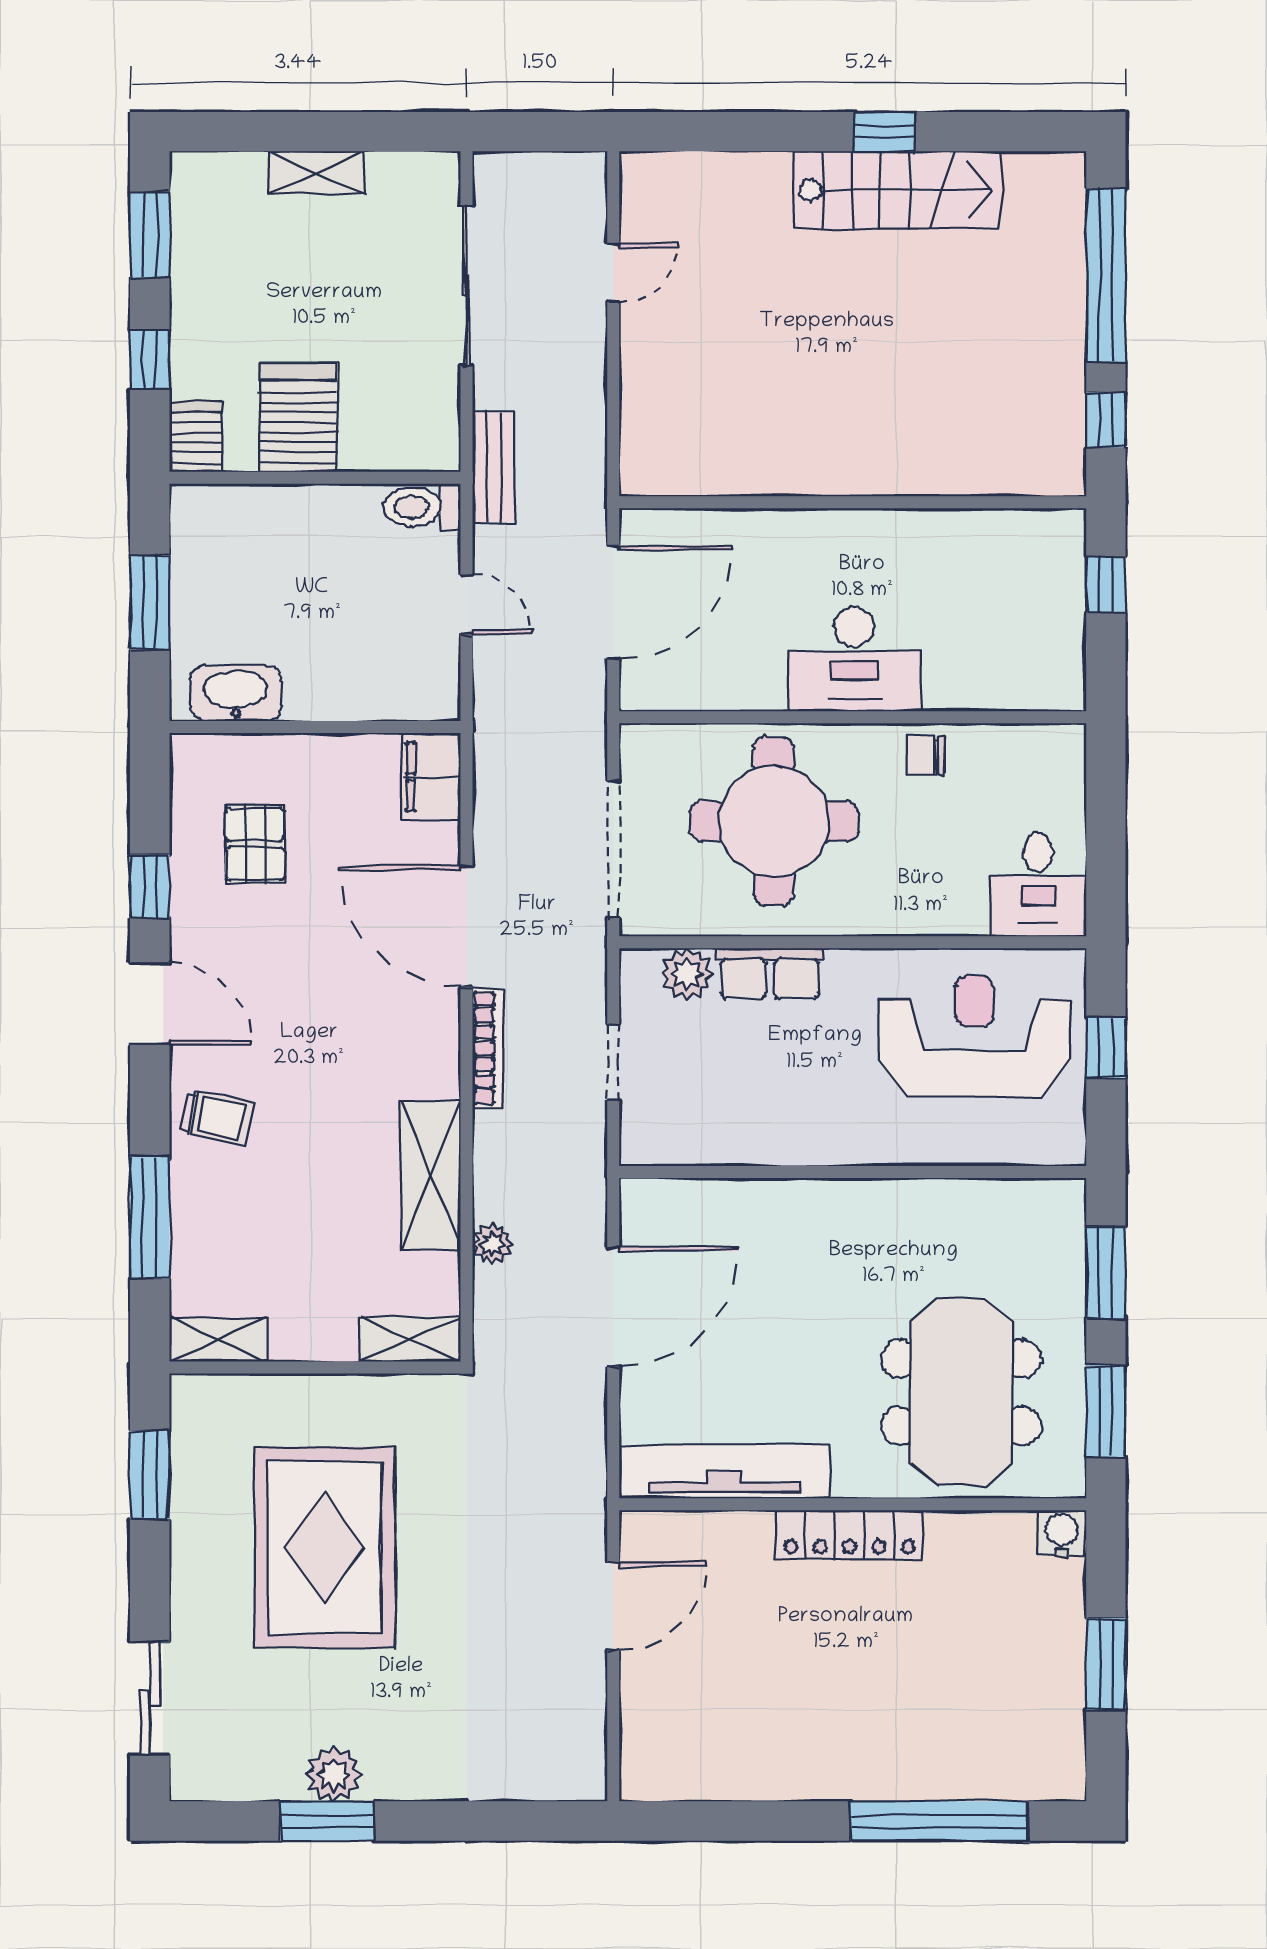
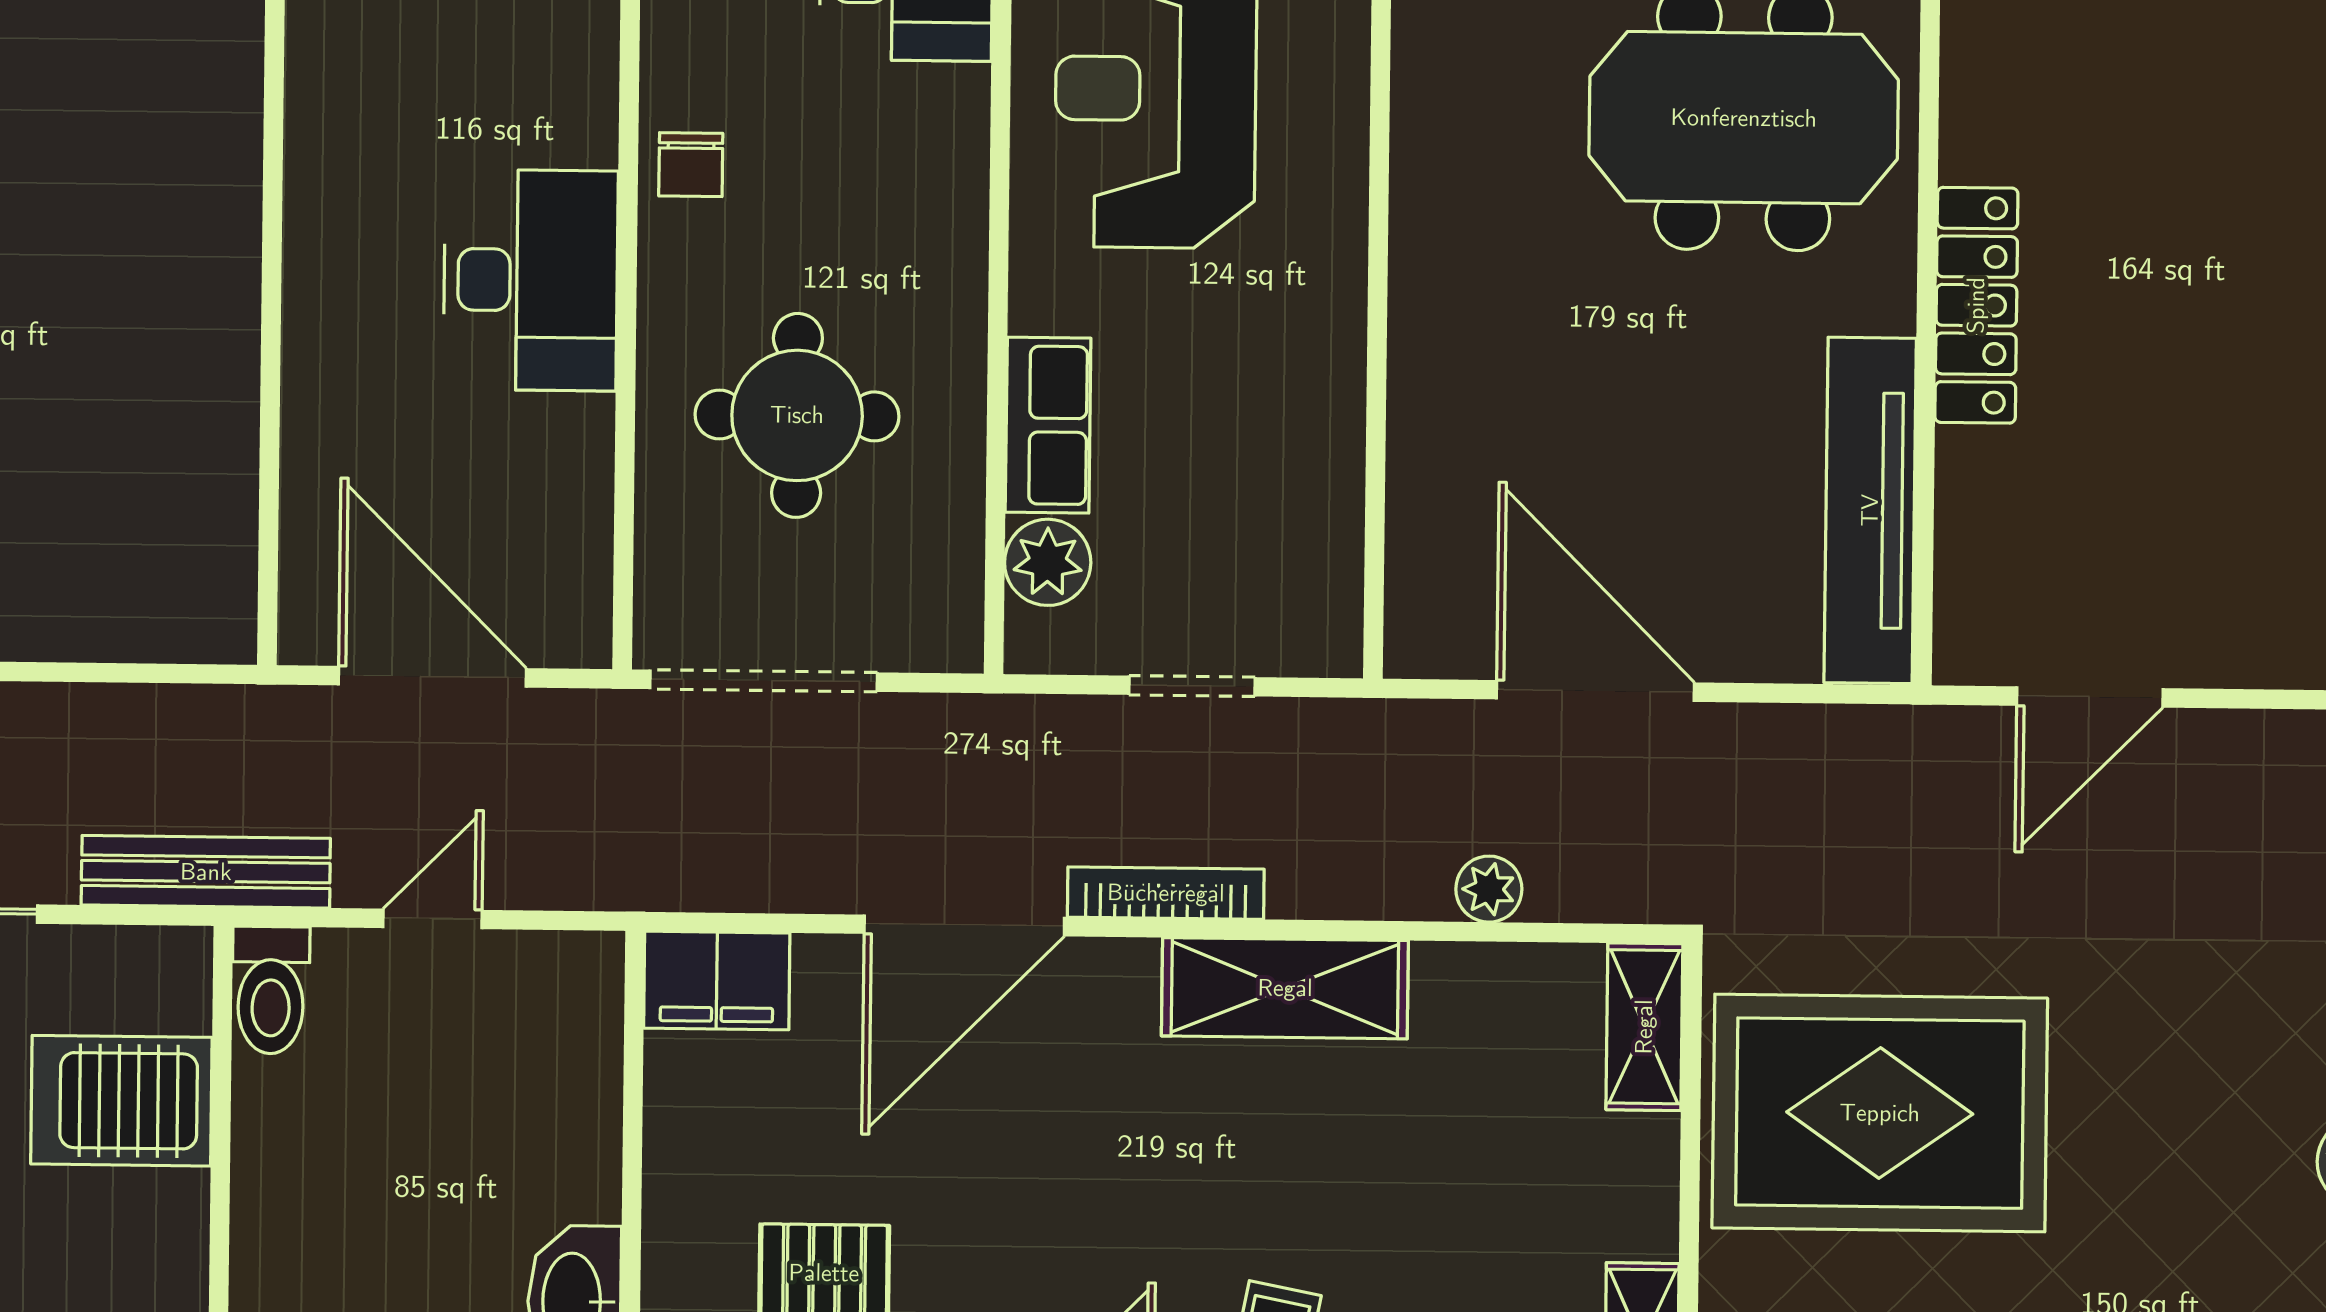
server rack: (299, 417) -> (121, 1101), moved
bench: (493, 467) -> (206, 872), width x1.36
round table: (774, 821) -> (797, 415), width x0.73, depth x0.73
doorway: (613, 849) -> (764, 681), moved
shelving: (431, 1175) -> (1285, 988), moved
rug: (325, 1547) -> (1880, 1113), moved
door: (613, 1606) -> (2090, 697), swing flipped

